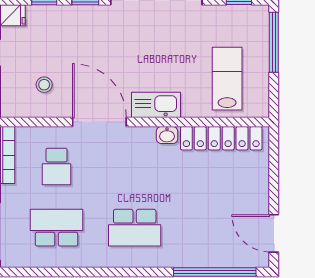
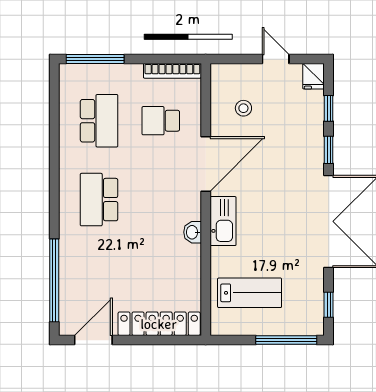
locker: (221, 138) -> (159, 324), moved, turned 90

